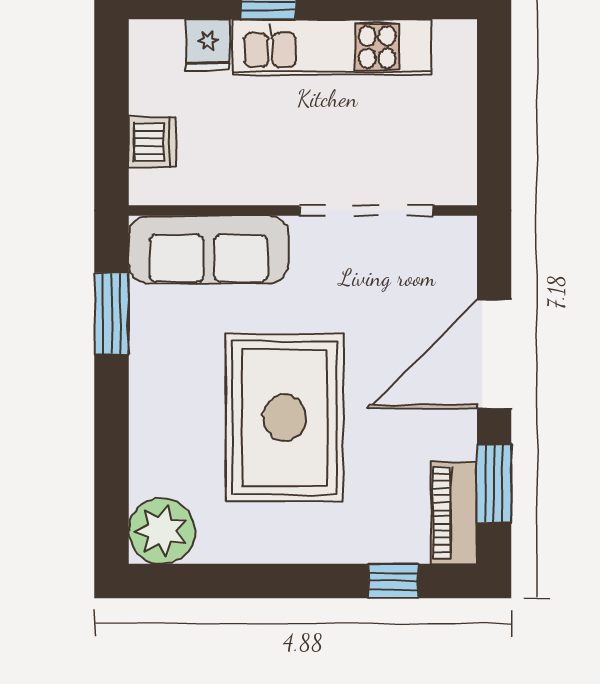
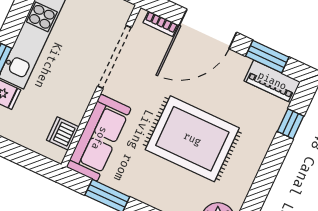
dishwasher: (152, 142) -> (63, 133), moved, turned -90
bookcase: (464, 265) -> (161, 24), added
door: (494, 354) -> (208, 29), hinge flipped

